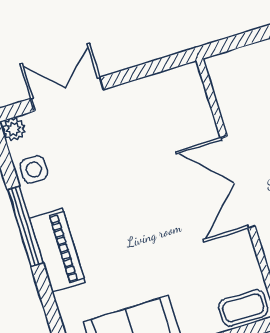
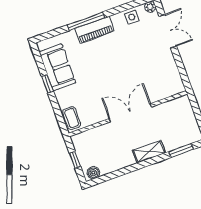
window: (25, 226) -> (86, 21), moved

